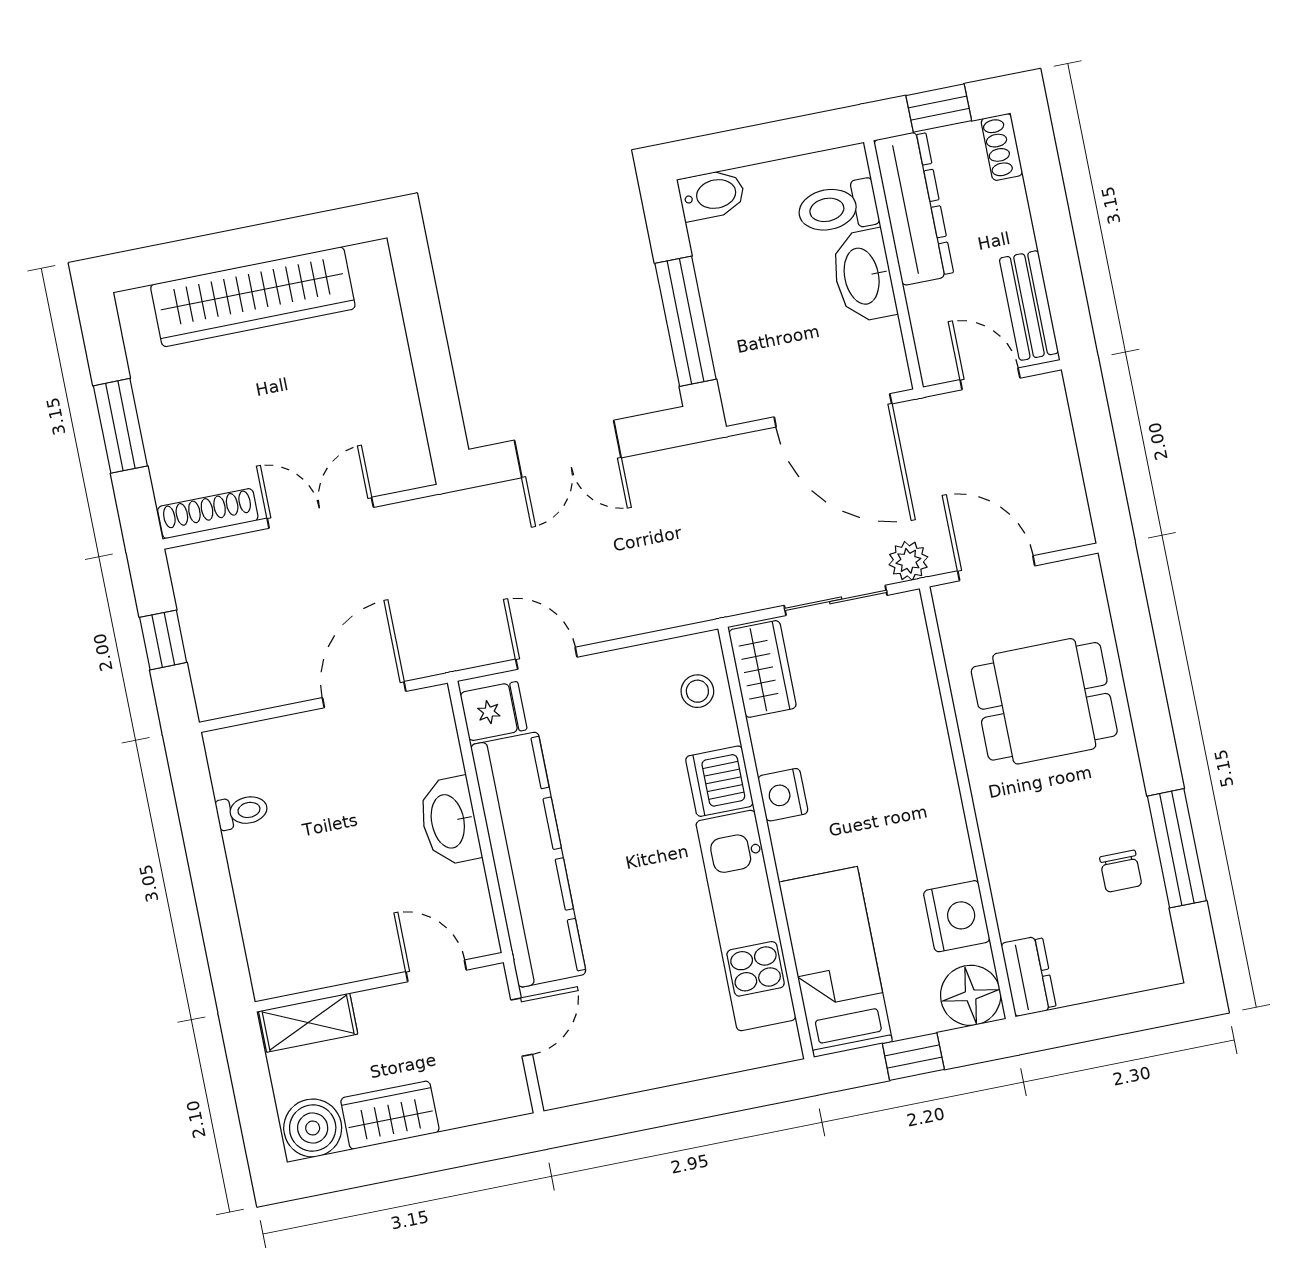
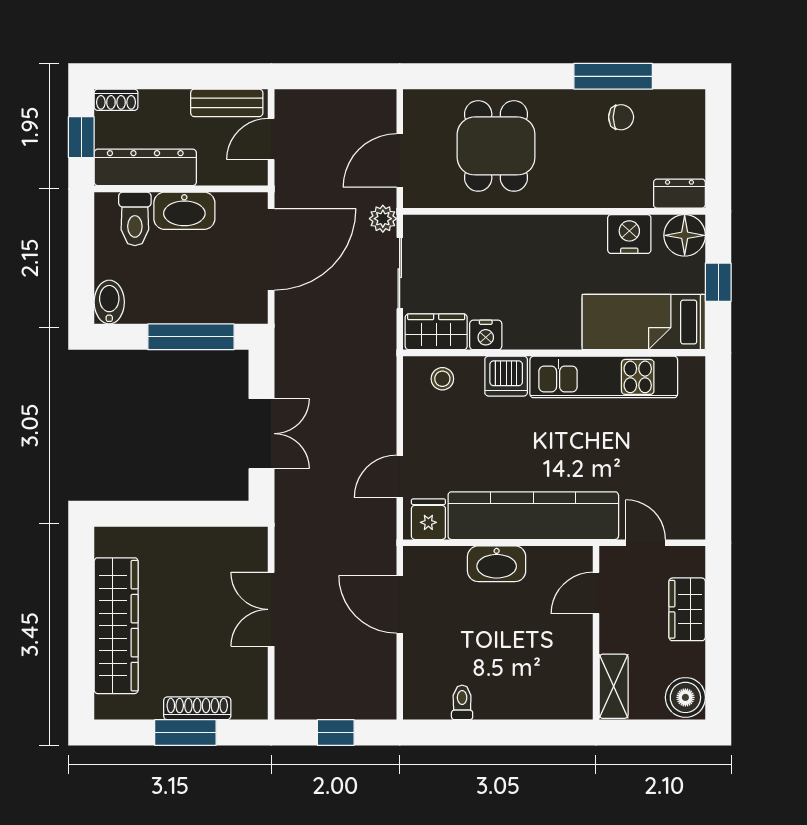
shoe rack: (208, 514) -> (197, 708), moved, turned 90
nightstand: (783, 795) -> (486, 335), moved
wardrobe: (390, 1115) -> (687, 609), moved

